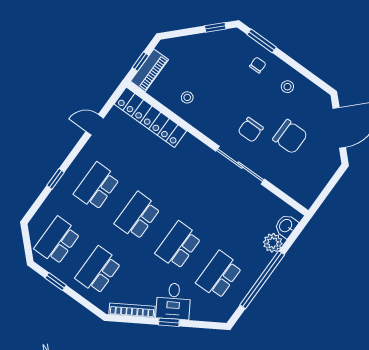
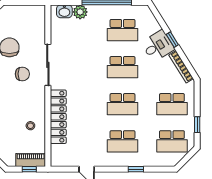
locker: (150, 117) -> (58, 117), moved

